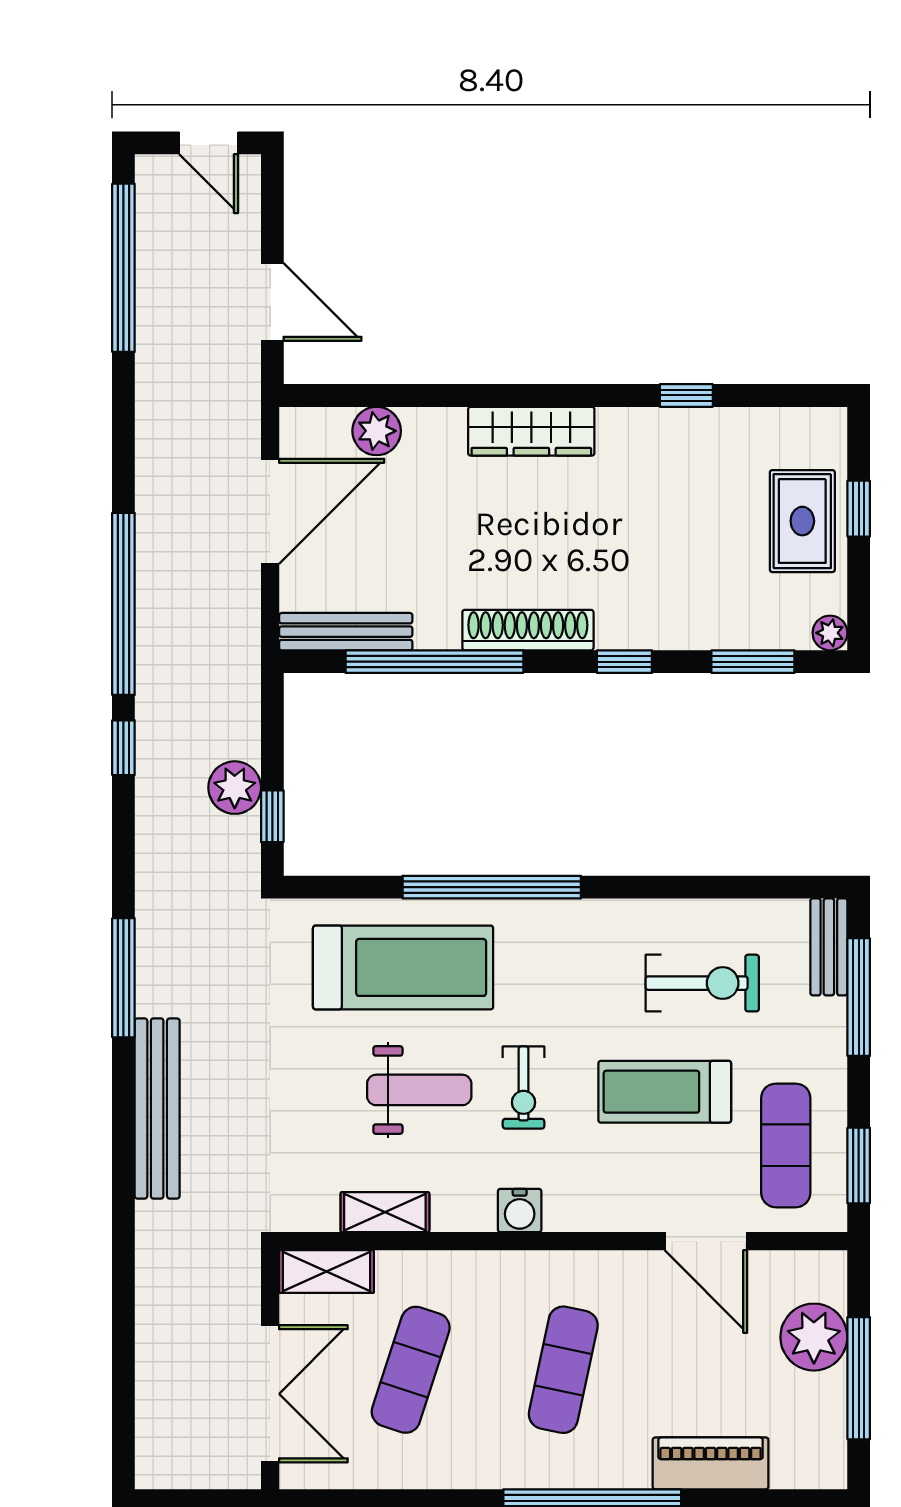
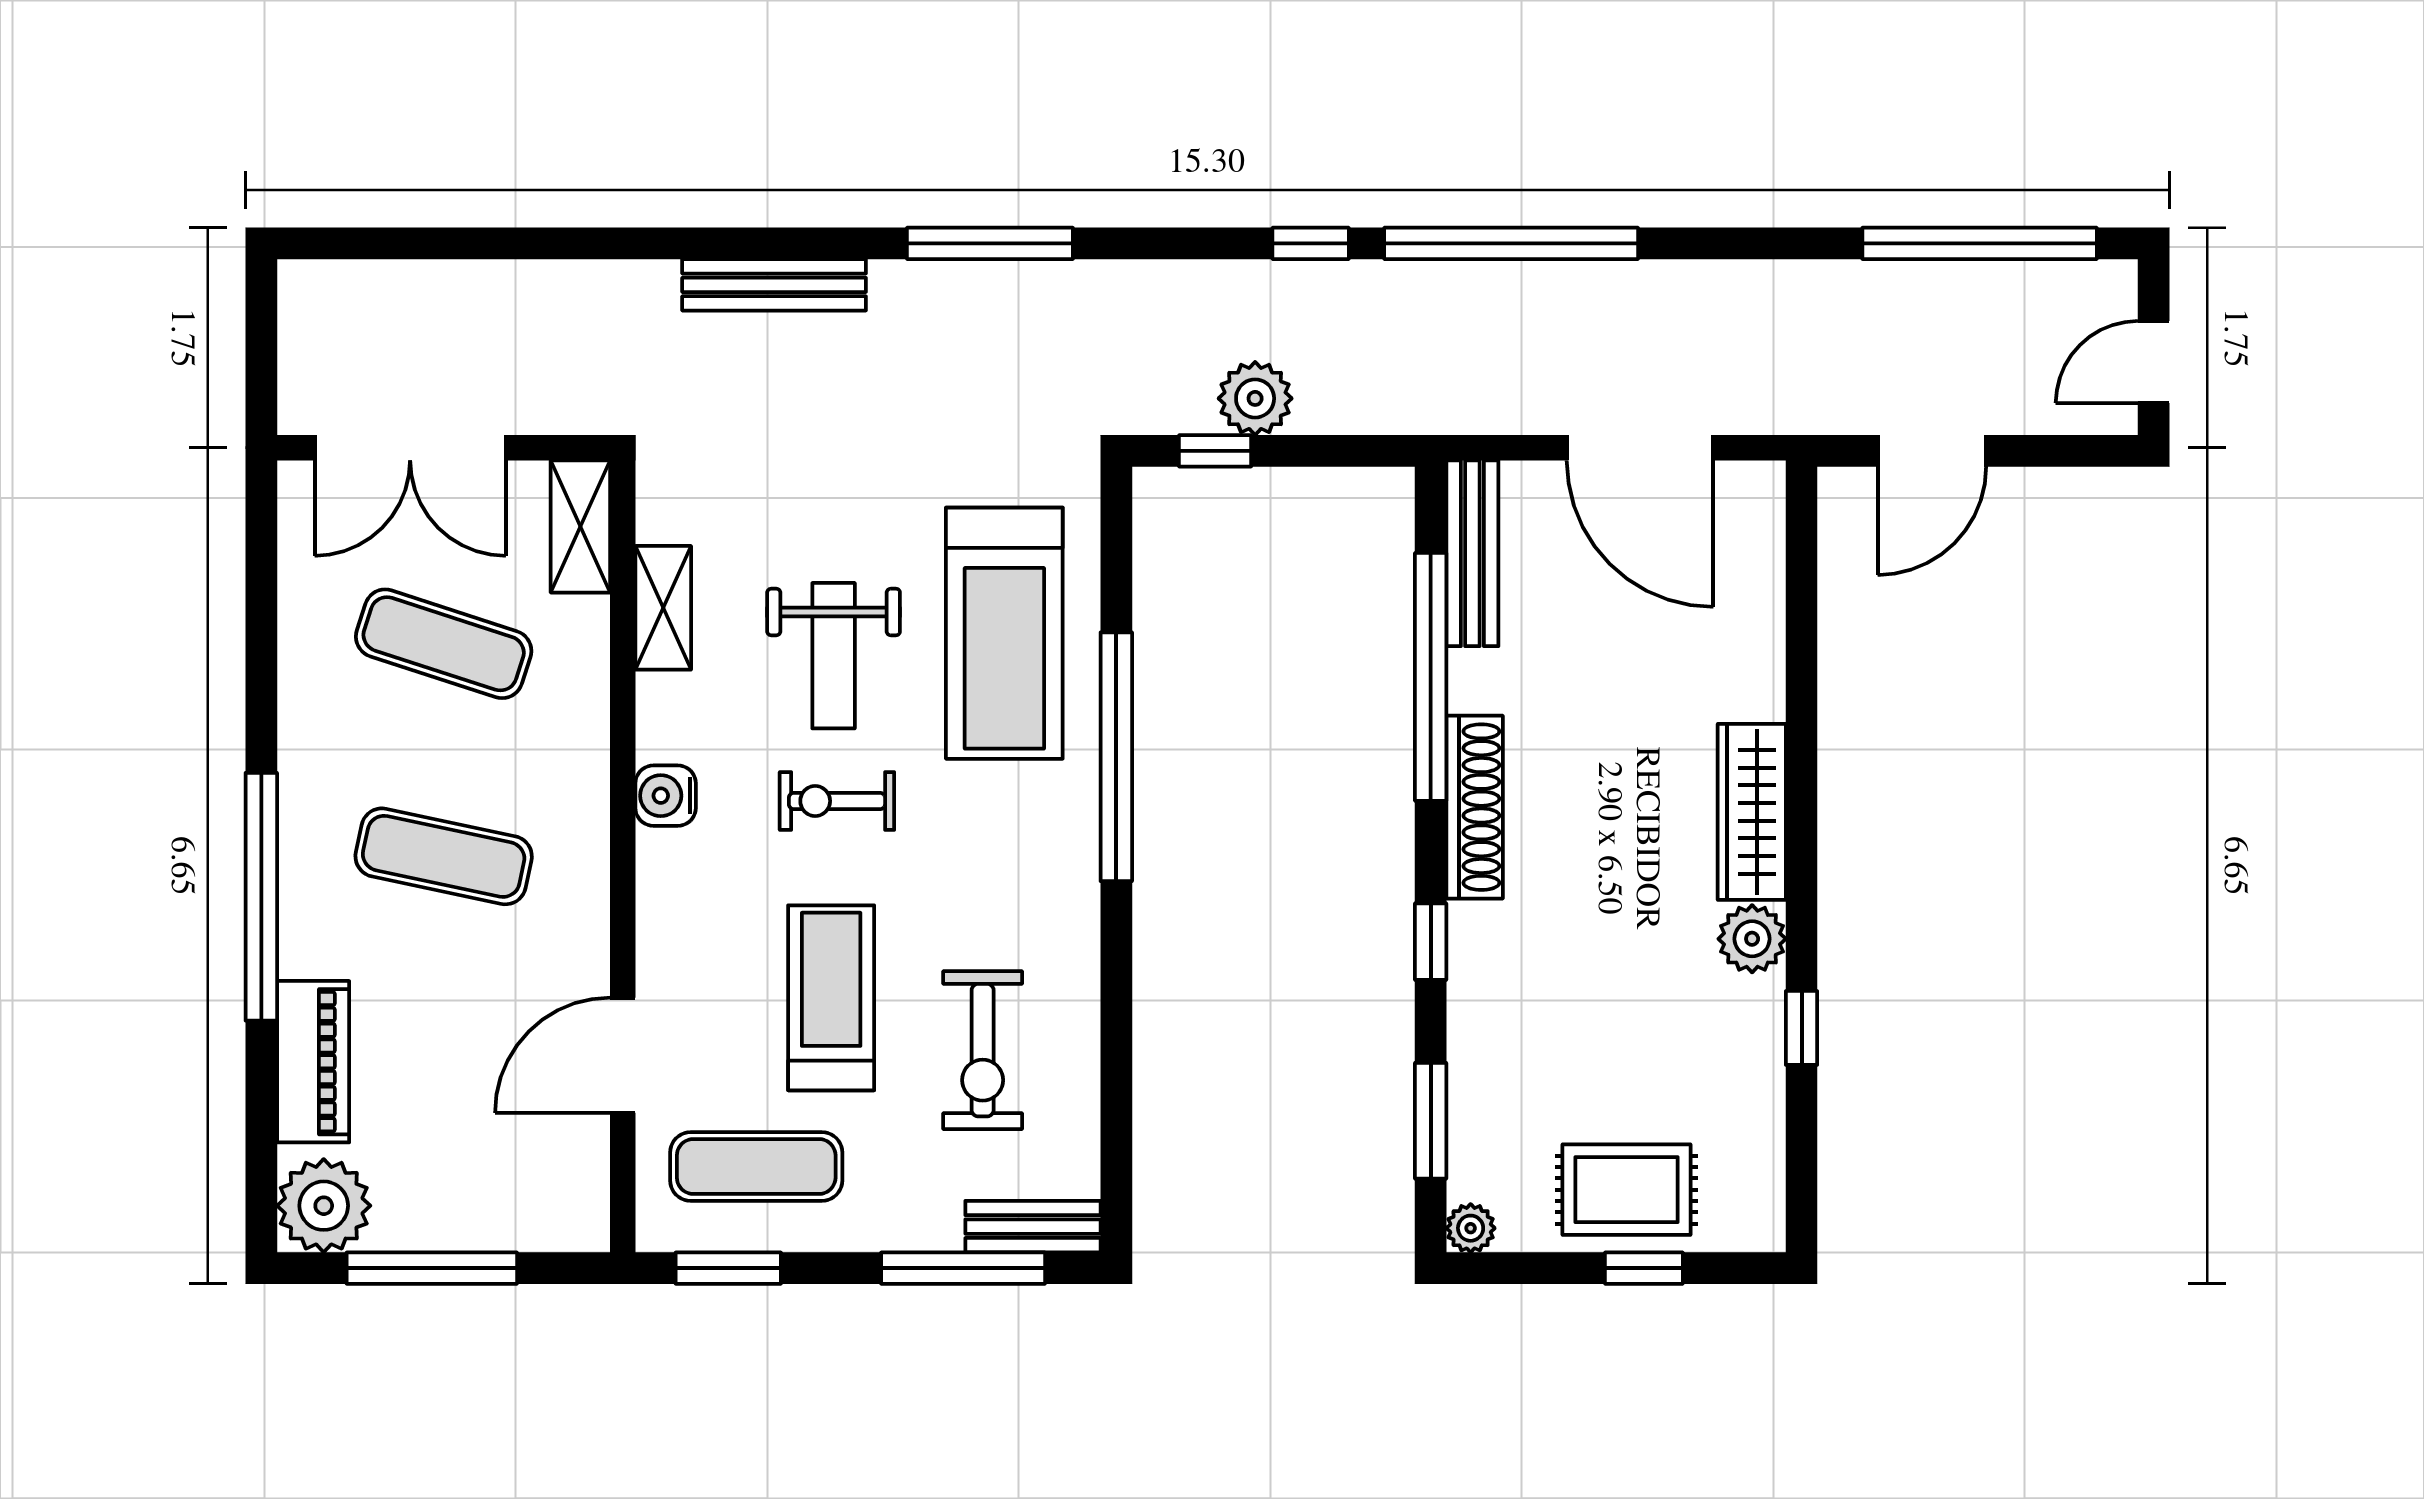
plant: (377, 431) -> (1752, 939), moved
bench: (157, 1108) -> (774, 285), width x0.73, depth x0.82
plant: (814, 1337) -> (324, 1206), moved

